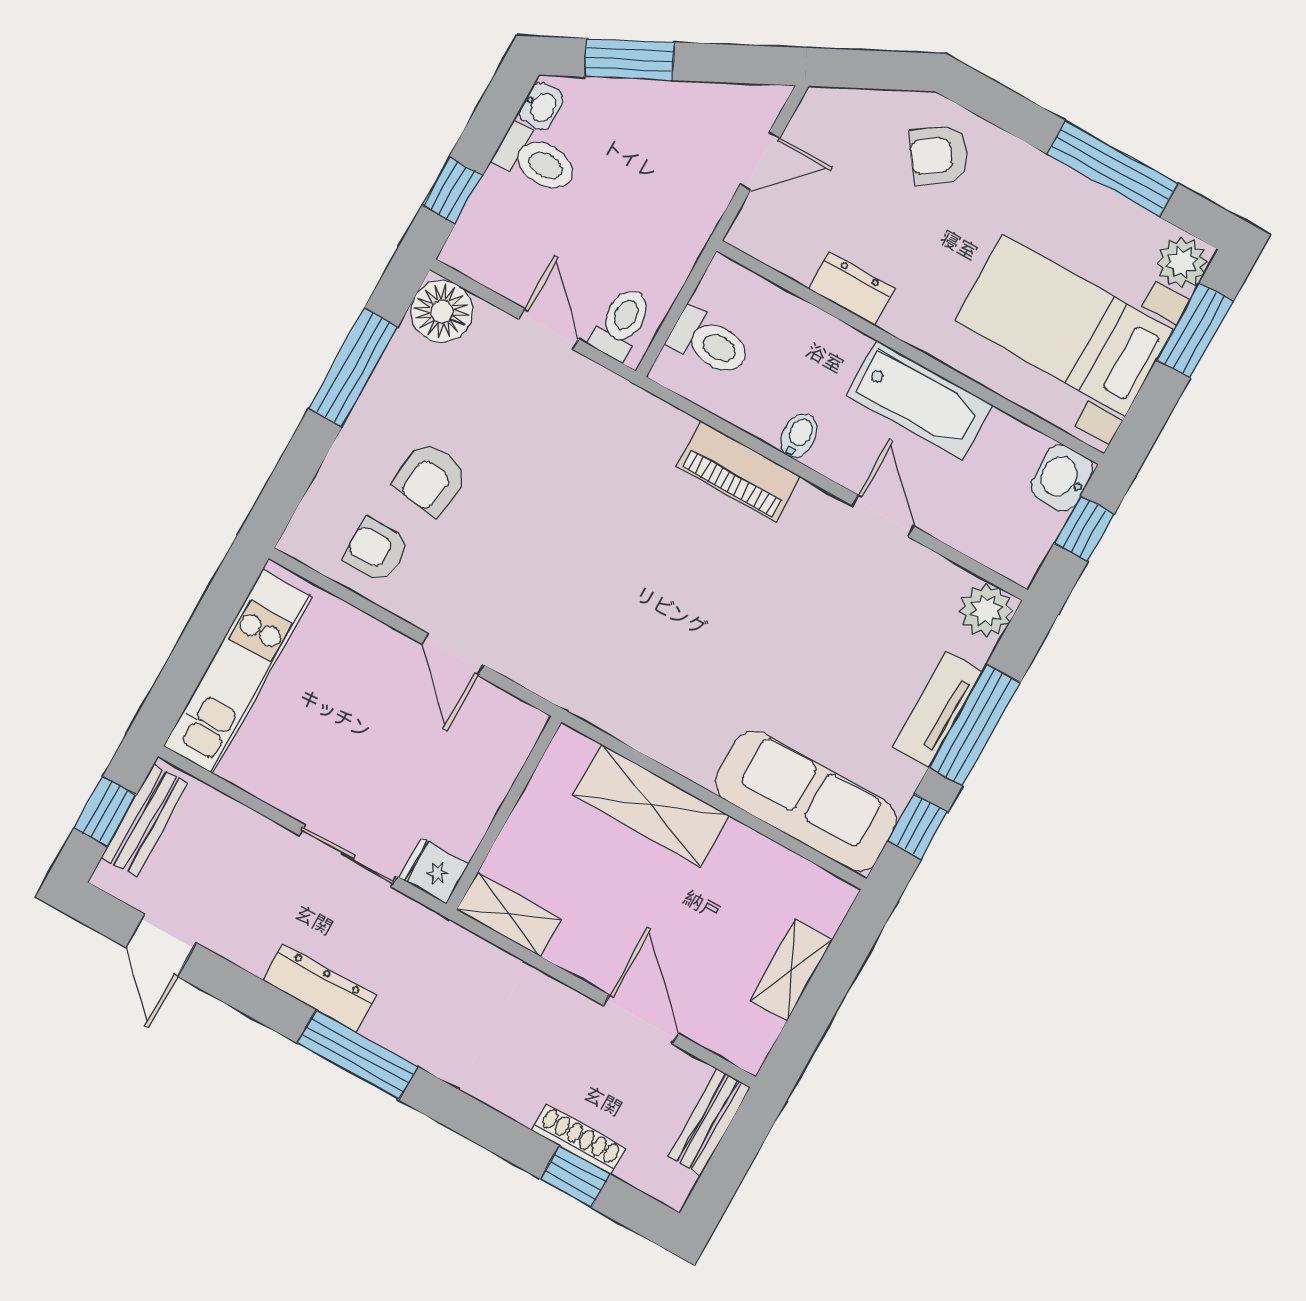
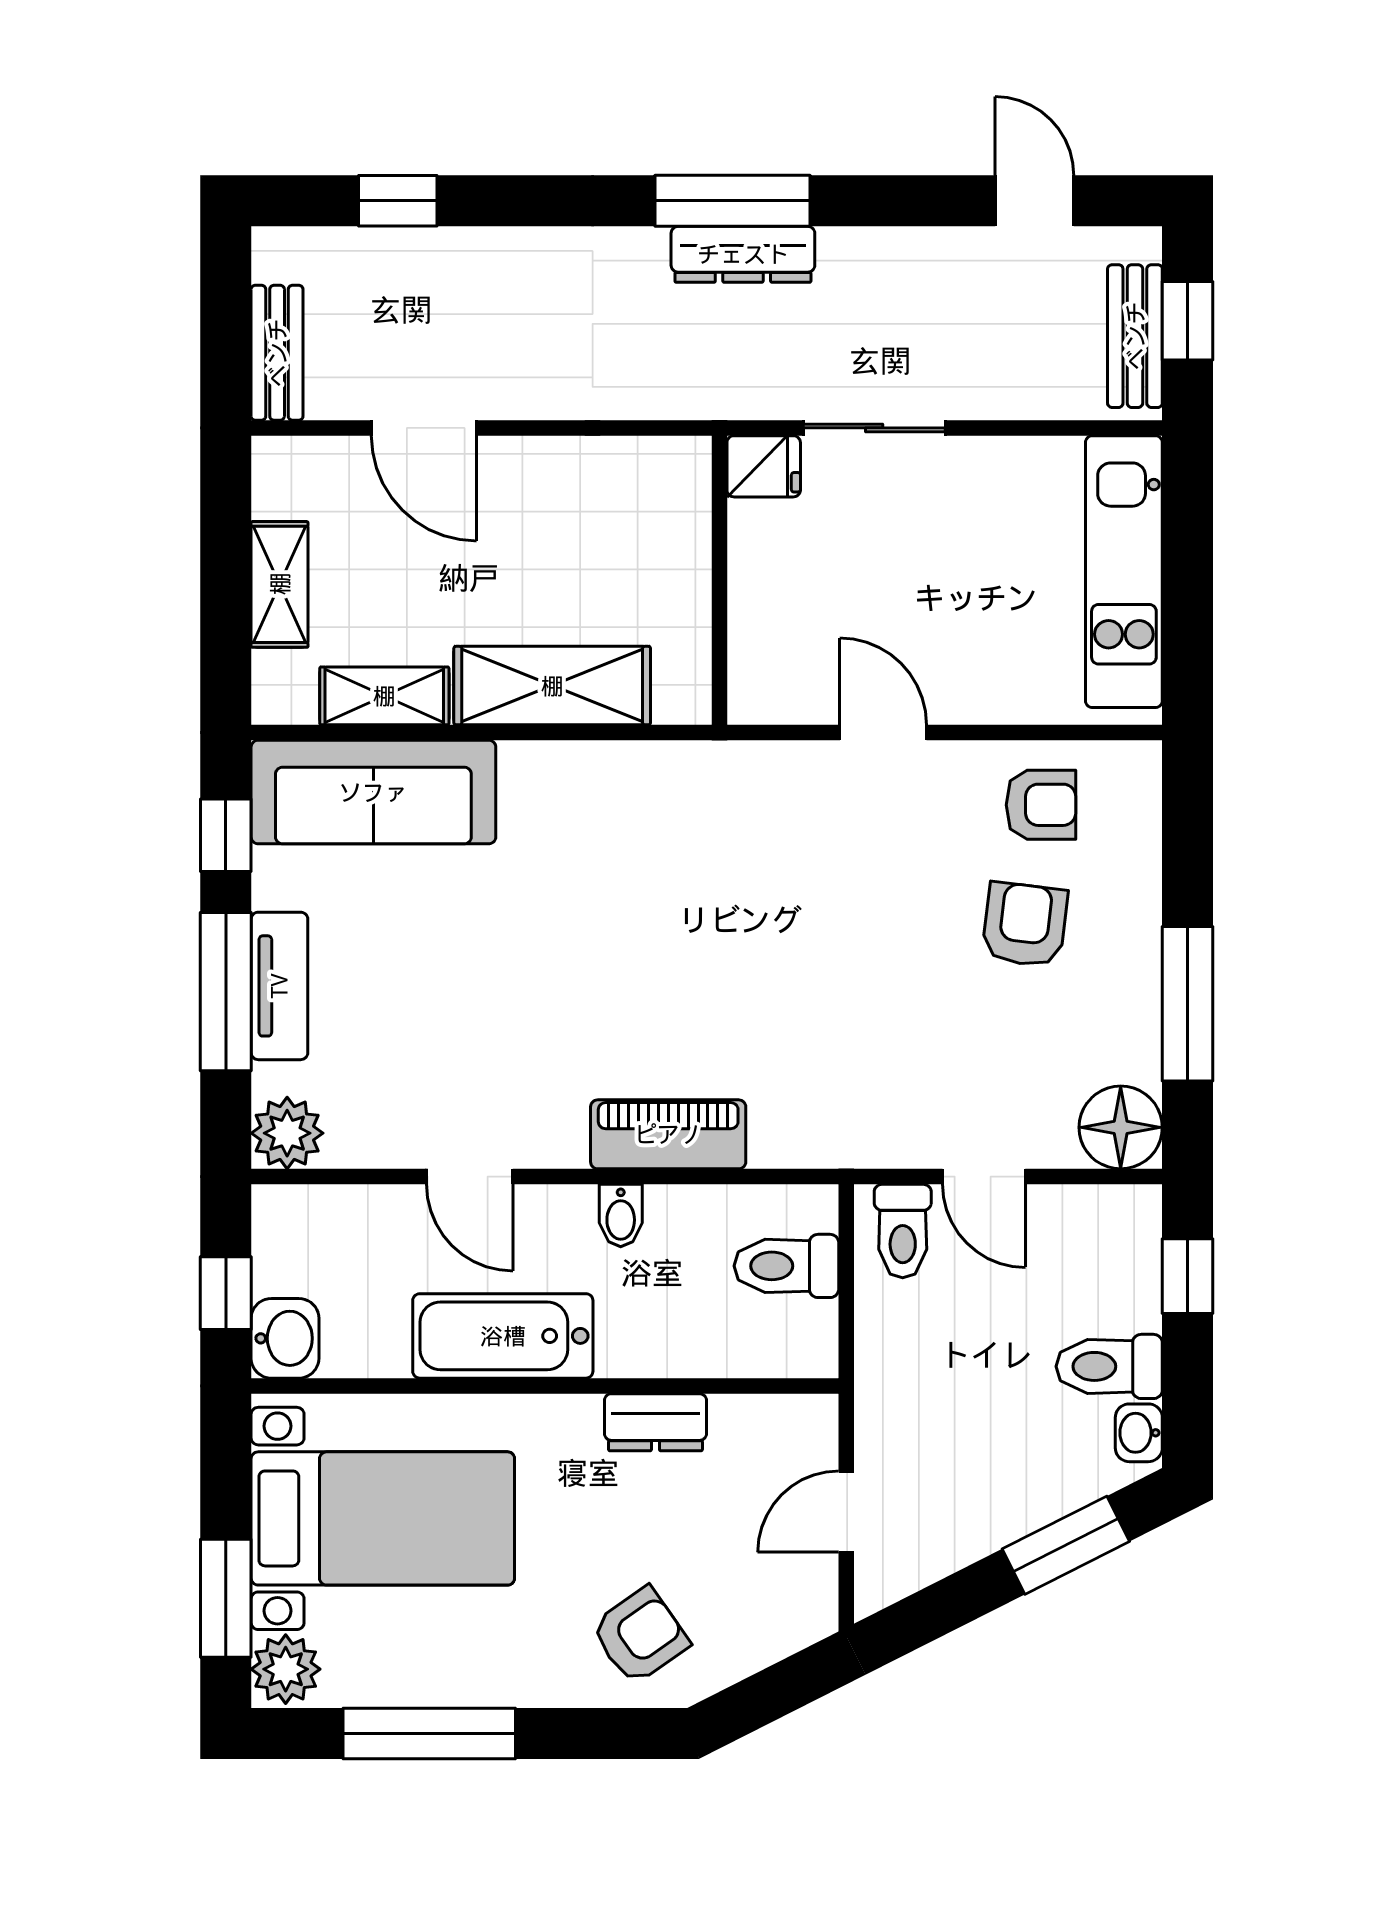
shelving: (509, 914) -> (384, 696), moved
dresser: (319, 988) -> (743, 254), moved
shoe rack: (579, 1139) -> (418, 247), removed

